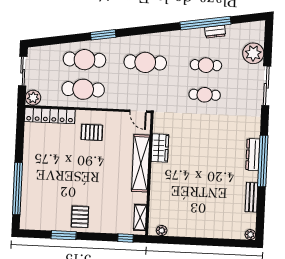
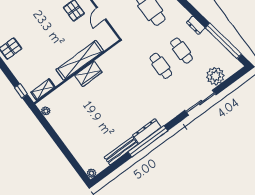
window: (205, 23) -> (223, 41), moved
dresser: (215, 32) -> (196, 25), moved
door: (138, 111) -> (101, 14), moved
wardrobe: (160, 148) -> (88, 74), moved
bench: (252, 197) -> (121, 151), width x1.36

